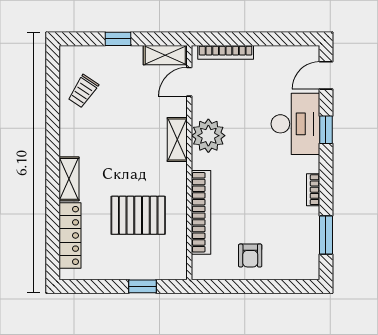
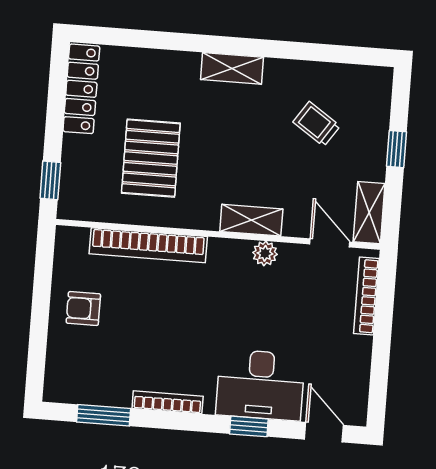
trolley: (83, 91) -> (317, 124), moved
plant: (208, 136) -> (265, 253), width x0.53, depth x0.53
shelving: (69, 179) -> (232, 68), moved
bookcase: (313, 190) -> (168, 402), width x1.56
locker: (70, 235) -> (81, 89), moved, turned -90
window: (142, 286) -> (50, 180), moved

